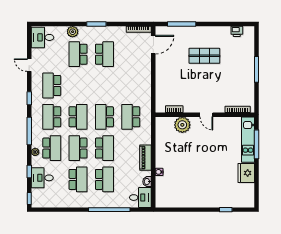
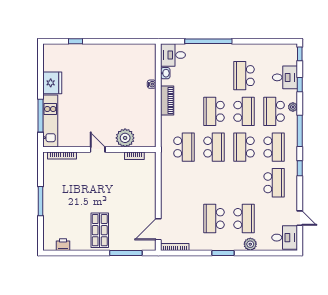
shop shelf: (204, 56) -> (100, 230), moved, turned 90
door: (29, 65) -> (300, 218), moved
school desk: (104, 179) -> (214, 76), removed

